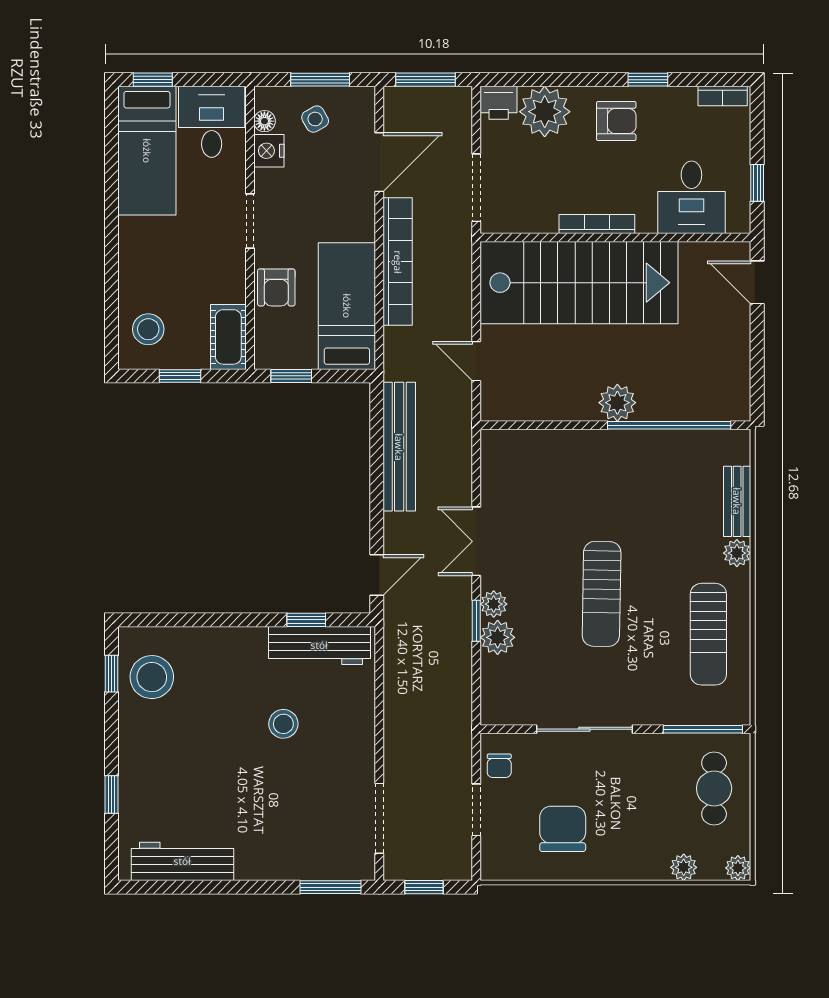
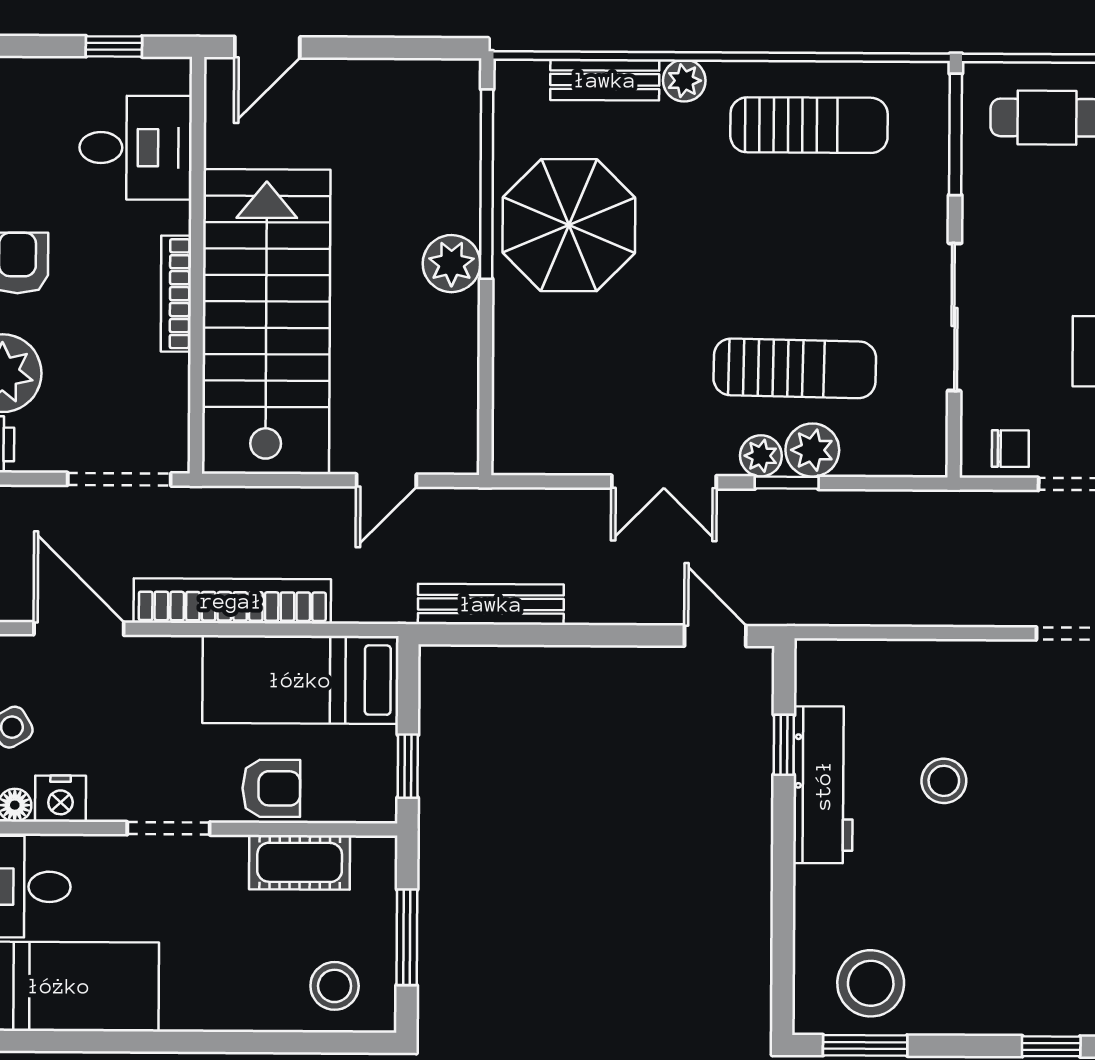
cot: (228, 337) -> (300, 862), moved
window: (180, 376) -> (407, 937), width x1.50
bench: (399, 447) -> (491, 604), width x0.73, depth x0.82
parasol: (643, 479) -> (569, 225), added
sun lounger: (602, 594) -> (795, 368), moved
workbench: (319, 645) -> (823, 785), moved
window: (111, 674) -> (865, 1045), width x1.50

